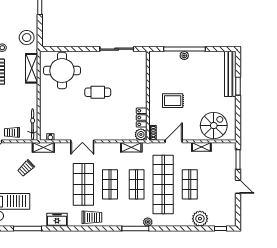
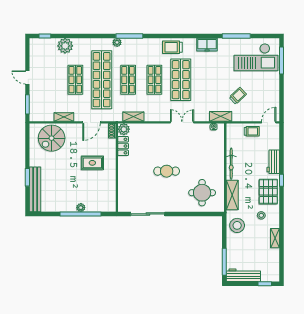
round table: (62, 71) -> (202, 193), width x0.73, depth x0.73
bicycle: (33, 124) -> (231, 164), moved

